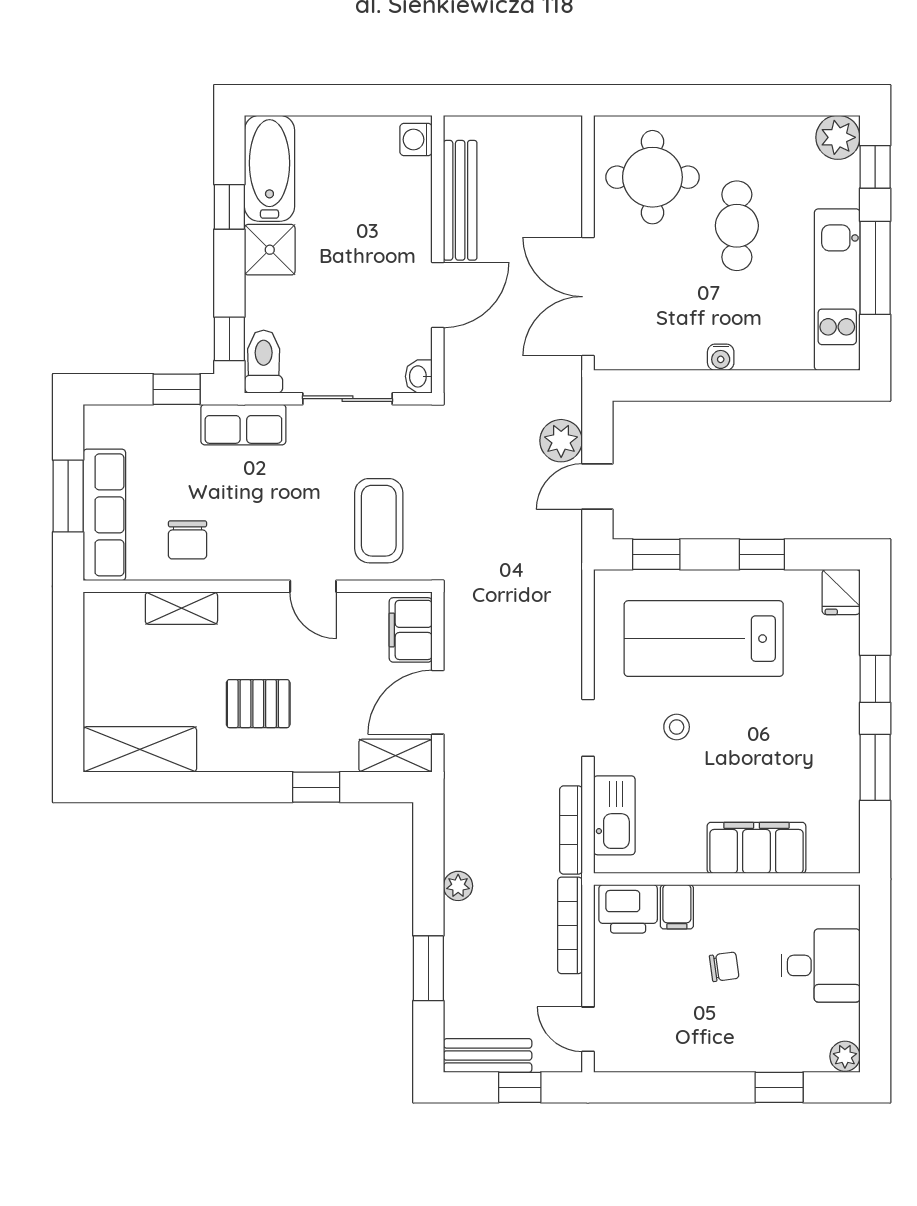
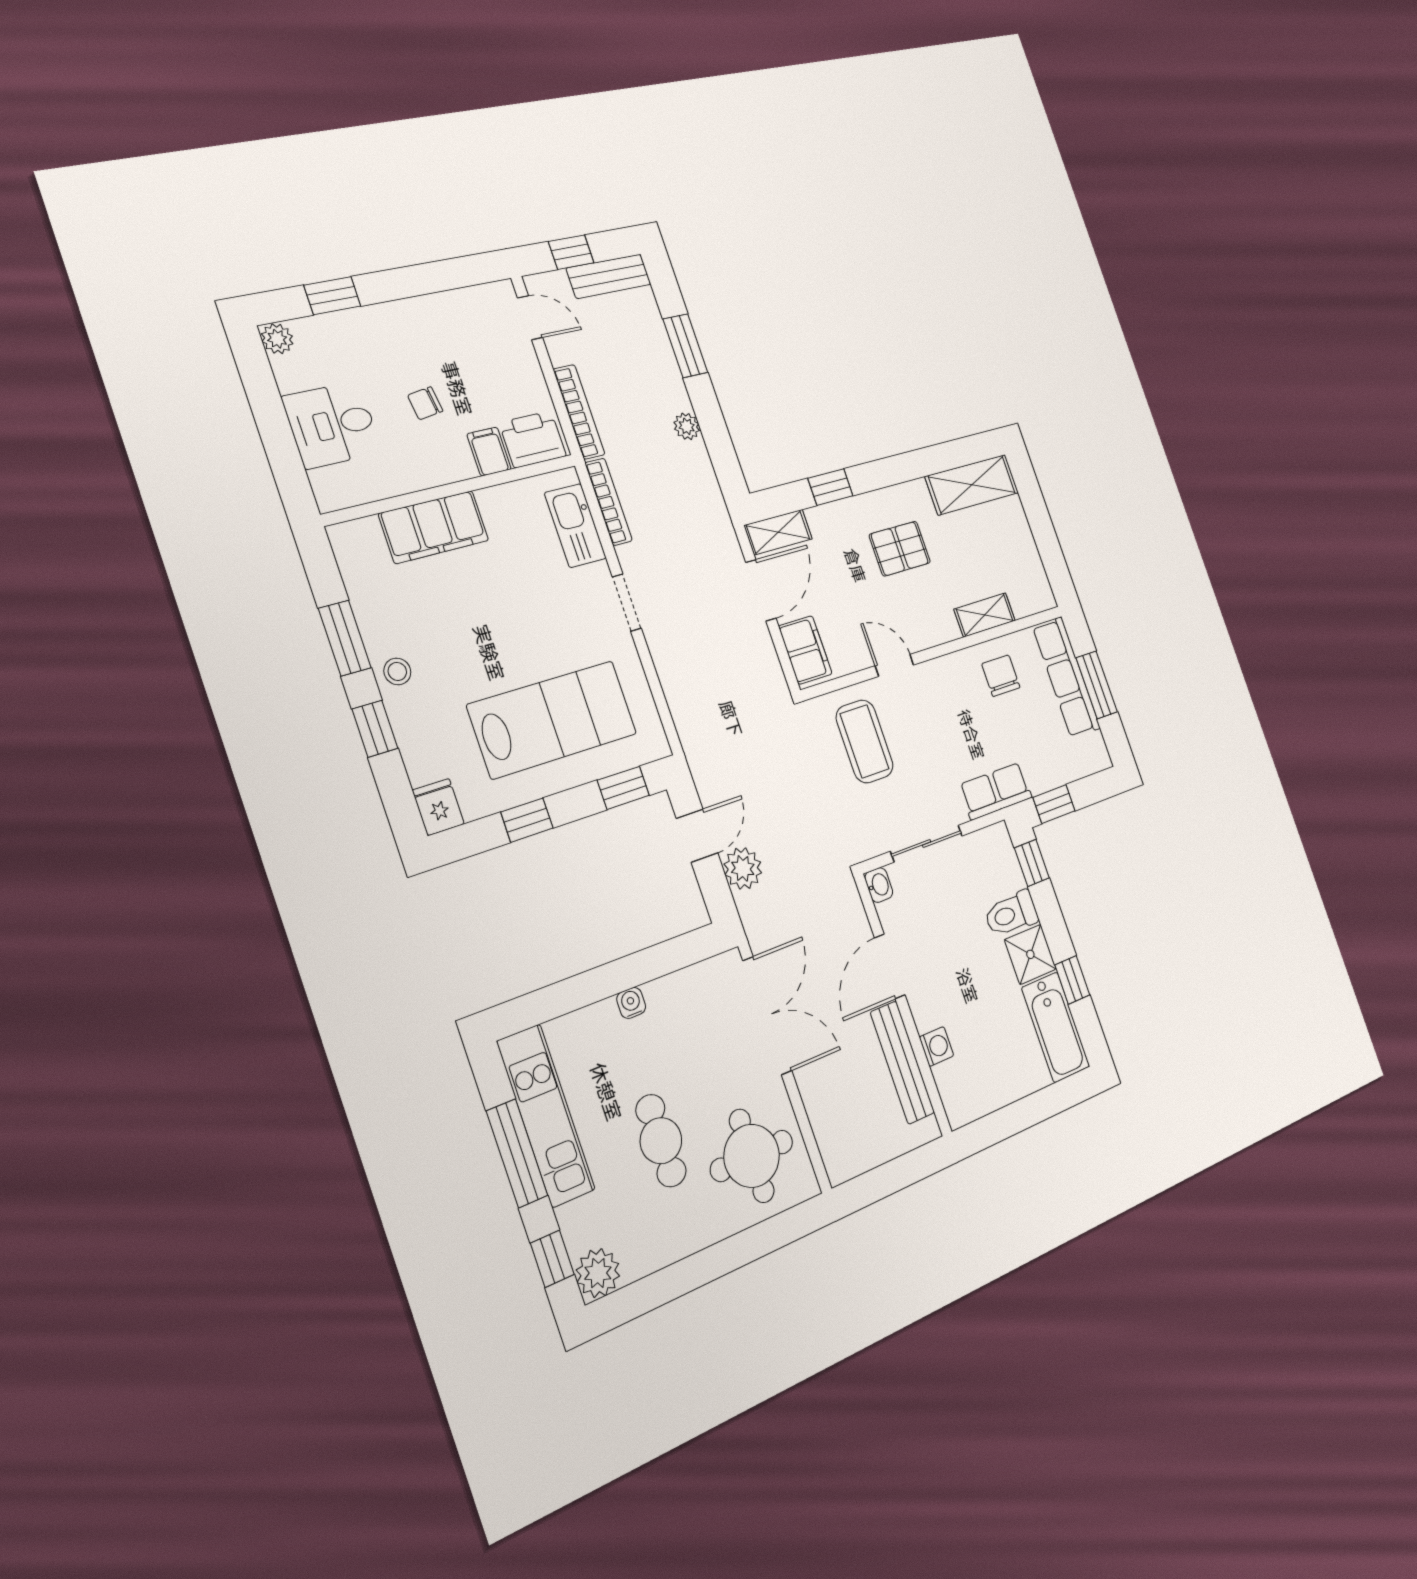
washing machine: (416, 140) -> (937, 1046), moved
toilet: (264, 362) -> (1011, 914), moved, turned 90
stool: (677, 727) -> (397, 671), moved

